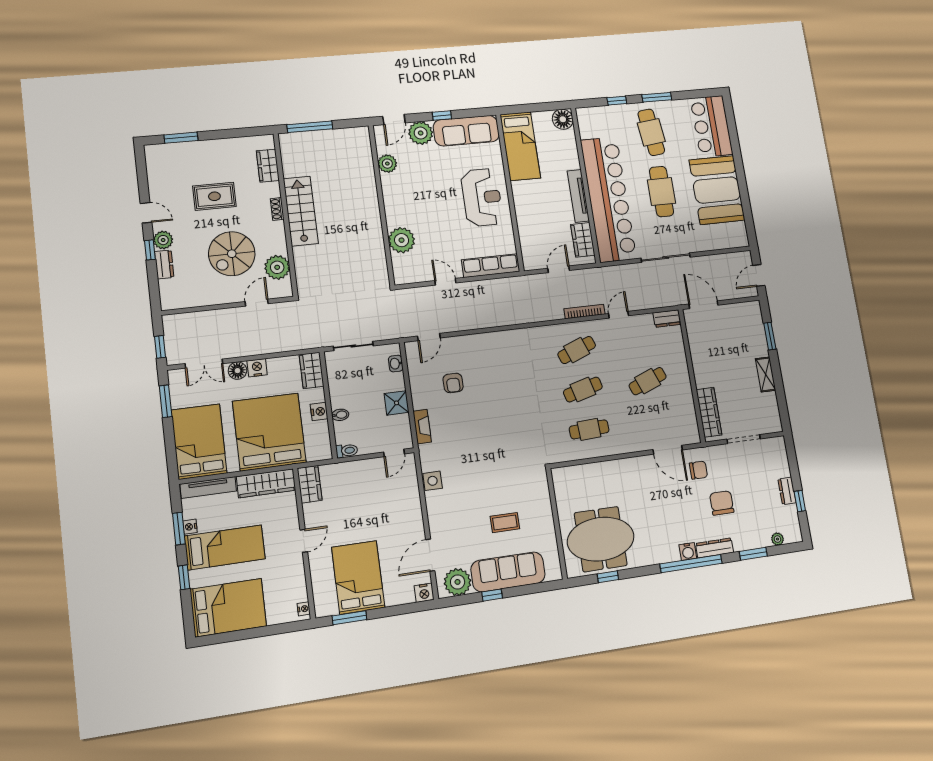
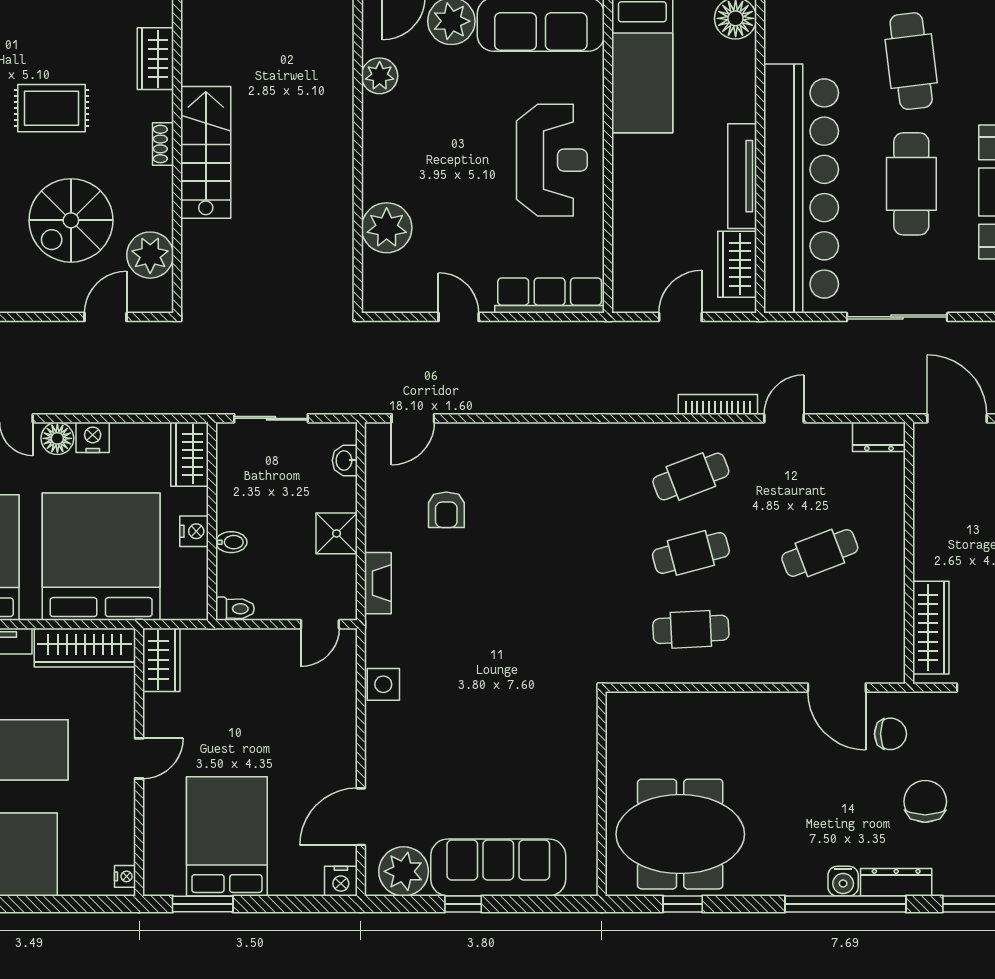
coffee table: (505, 523) -> (506, 778), removed

